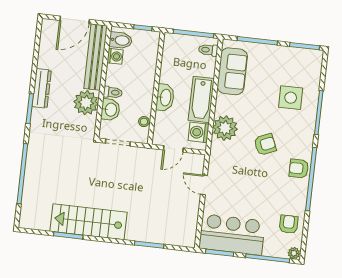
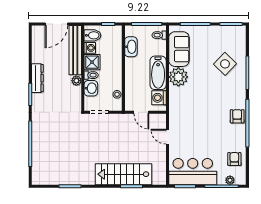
shower: (116, 75) -> (92, 62), added
washbasin: (165, 98) -> (131, 47), moved
side table: (291, 98) -> (225, 64), turned 45
plant: (86, 103) -> (76, 81), width x0.53, depth x0.53
plant: (225, 128) -> (178, 77), moved
armchair: (265, 144) -> (210, 101), removed
door: (173, 149) -> (141, 112), hinge flipped
armchair: (299, 168) -> (237, 116), turned 90
stairs: (89, 222) -> (124, 174), moved
plant: (294, 253) -> (230, 180), moved

